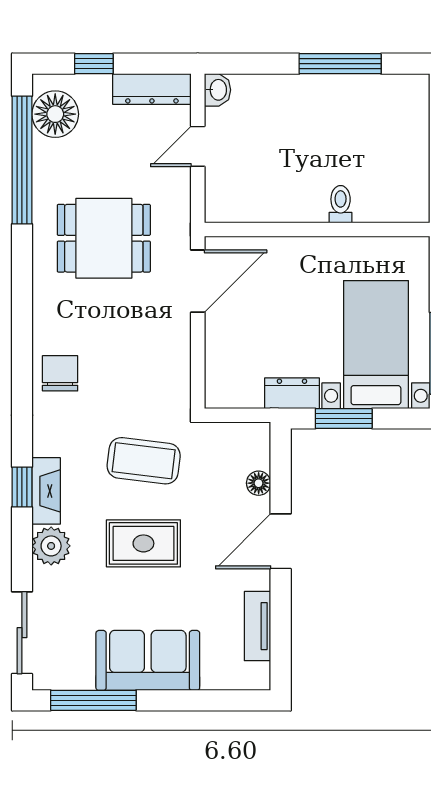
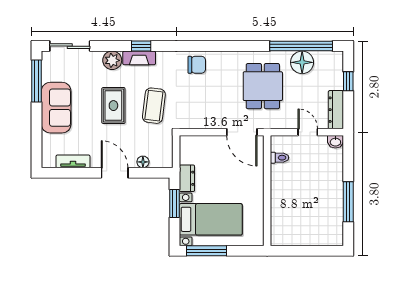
floor lamp: (55, 114) -> (302, 62), moved
toilet: (341, 204) -> (279, 158), moved

